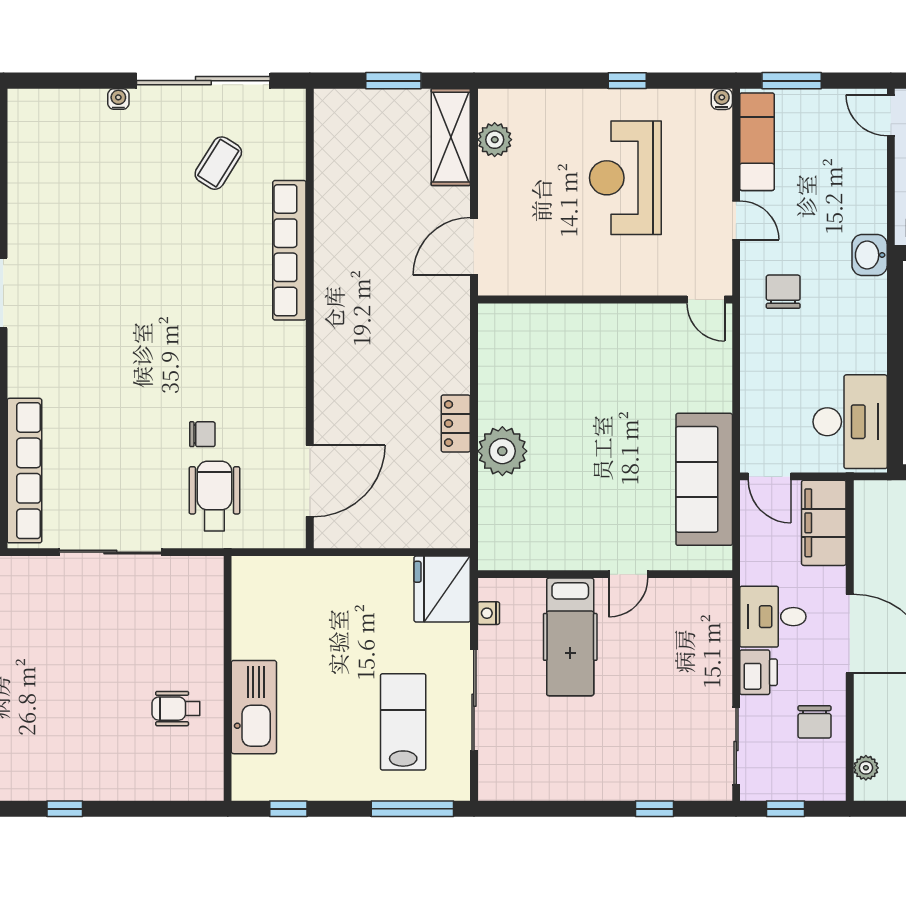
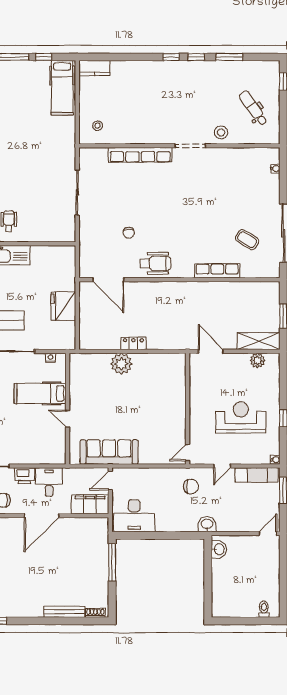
water cooler: (118, 99) -> (275, 169), moved
row of seats: (289, 250) -> (217, 271), width x0.73
row of seats: (24, 471) -> (140, 155), moved
wheelchair: (214, 496) -> (155, 263), moved
fridge: (442, 589) -> (63, 306), moved, turned -90

